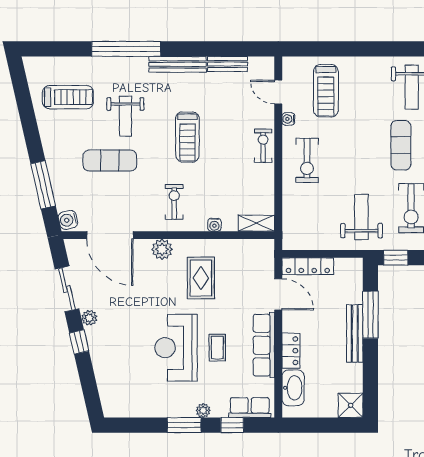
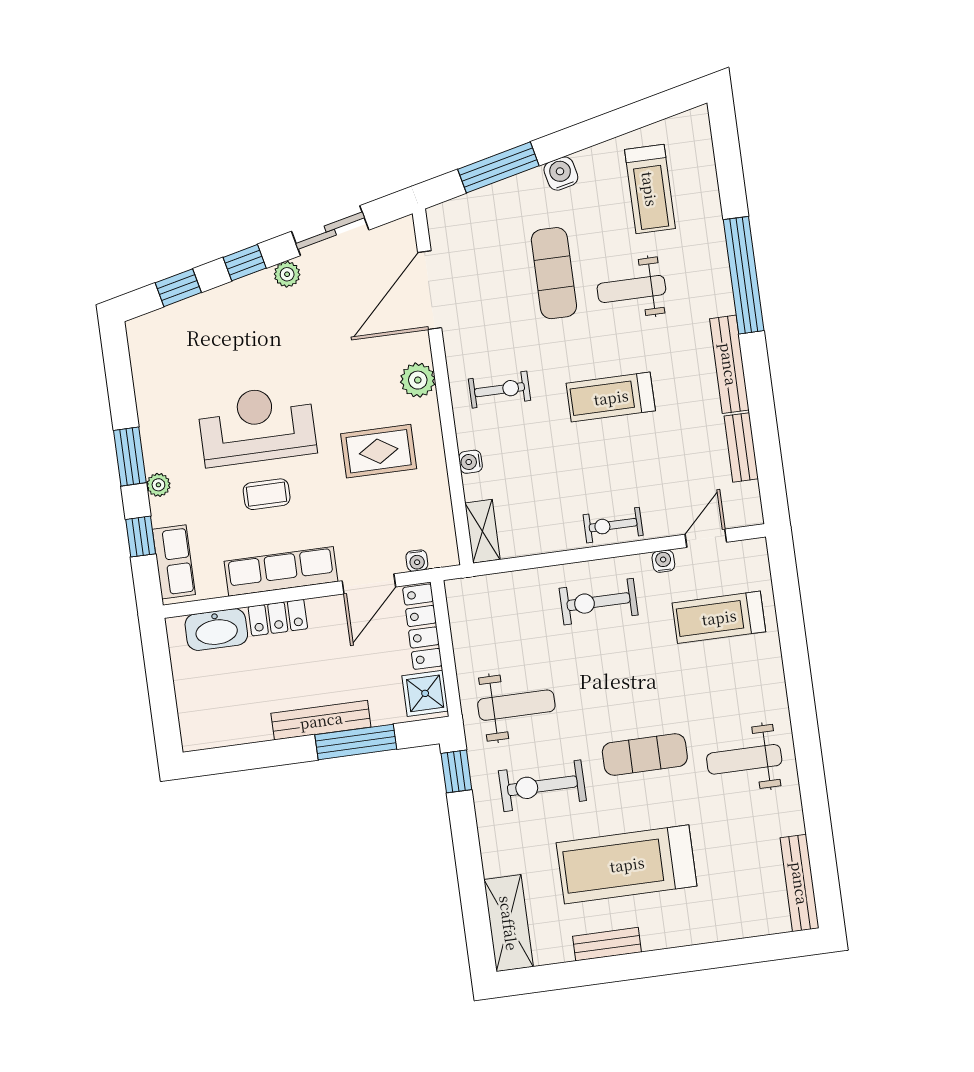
exercise bike: (263, 146) -> (613, 525), turned 180
water cooler: (68, 220) -> (561, 174), moved
water cooler: (268, 264) -> (417, 561), added
window: (88, 383) -> (178, 288), added
shower: (351, 405) -> (425, 693), moved

